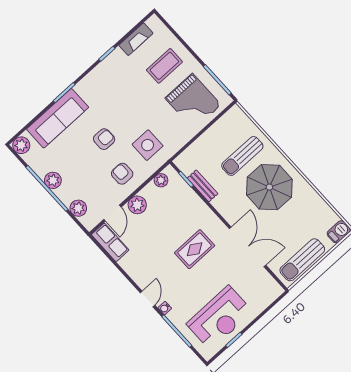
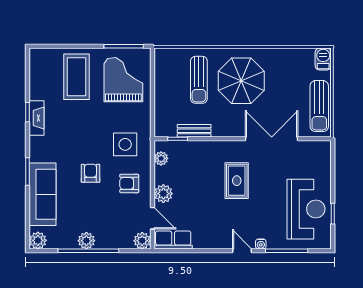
fireplace: (136, 39) -> (37, 118), moved
coffee table: (164, 66) -> (77, 77), width x1.36, depth x1.32
grand piano: (193, 101) -> (123, 80), turned -90
plant: (78, 208) -> (142, 241), moved

